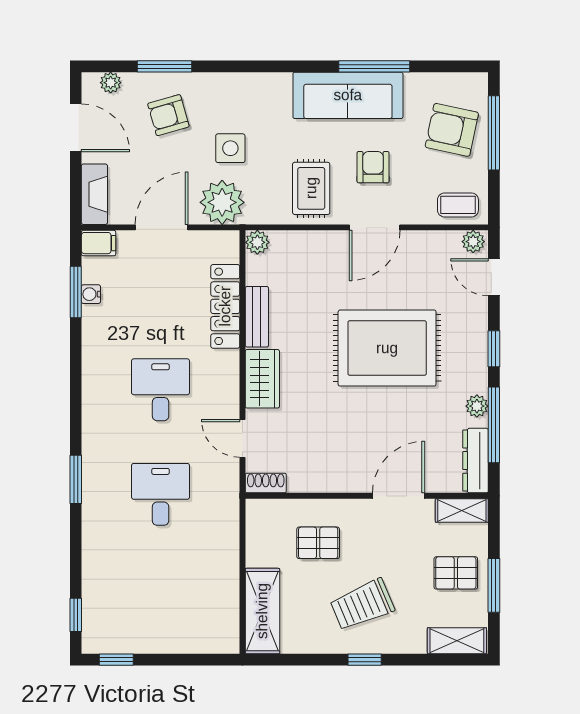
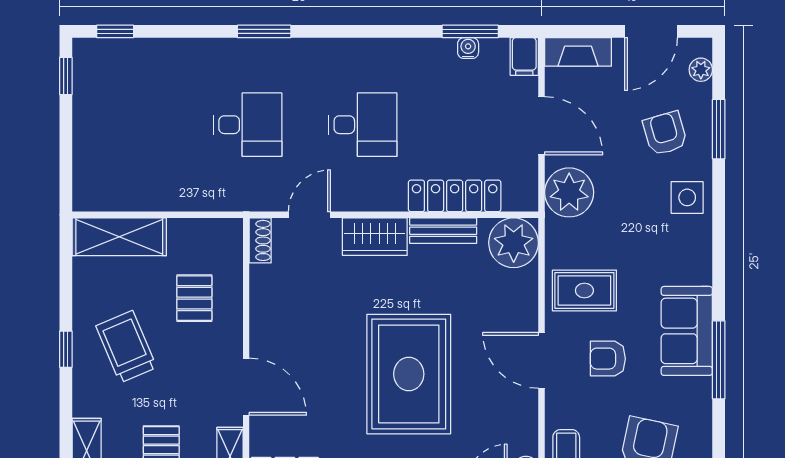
sofa: (348, 95) -> (687, 331), width x0.73
side table: (230, 148) -> (687, 197), moved
armchair: (373, 167) -> (608, 359), turned 180
plant: (257, 242) -> (514, 243), width x1.87, depth x1.87

